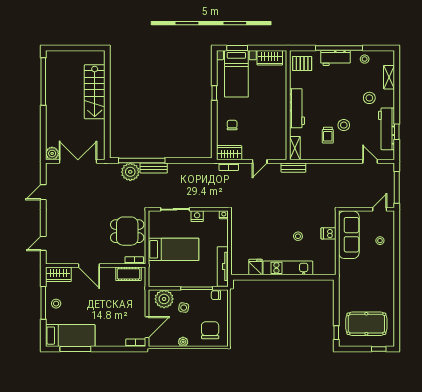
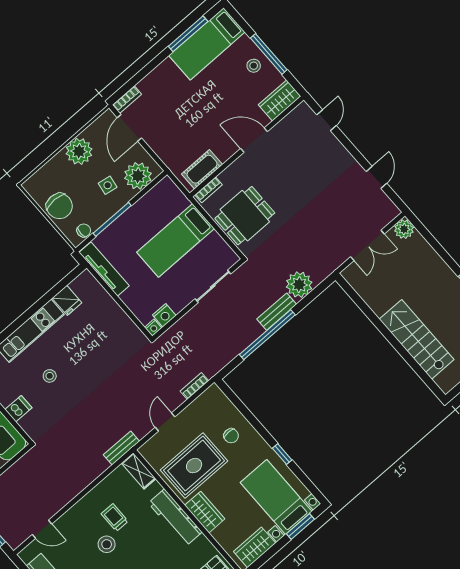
rug: (264, 126) -> (194, 466), added
wardrobe: (229, 153) -> (205, 512), moved, turned -90
window: (142, 160) -> (267, 335), moved
double door: (78, 161) -> (367, 245), width x0.73
nightstand: (197, 216) -> (164, 315), moved
chair: (210, 330) -> (59, 206), moved
plant: (183, 342) -> (79, 151), width x1.87, depth x1.87

